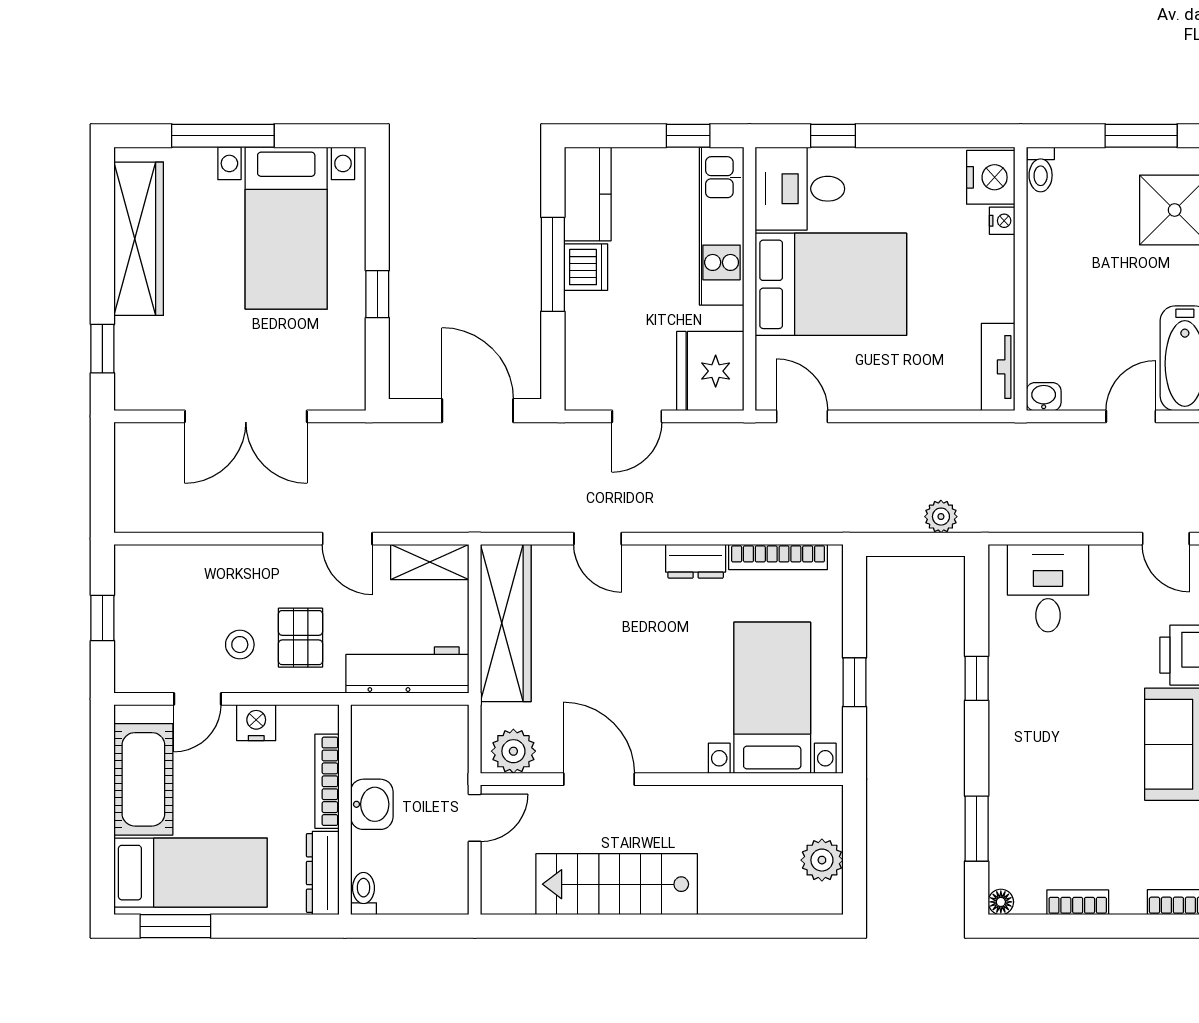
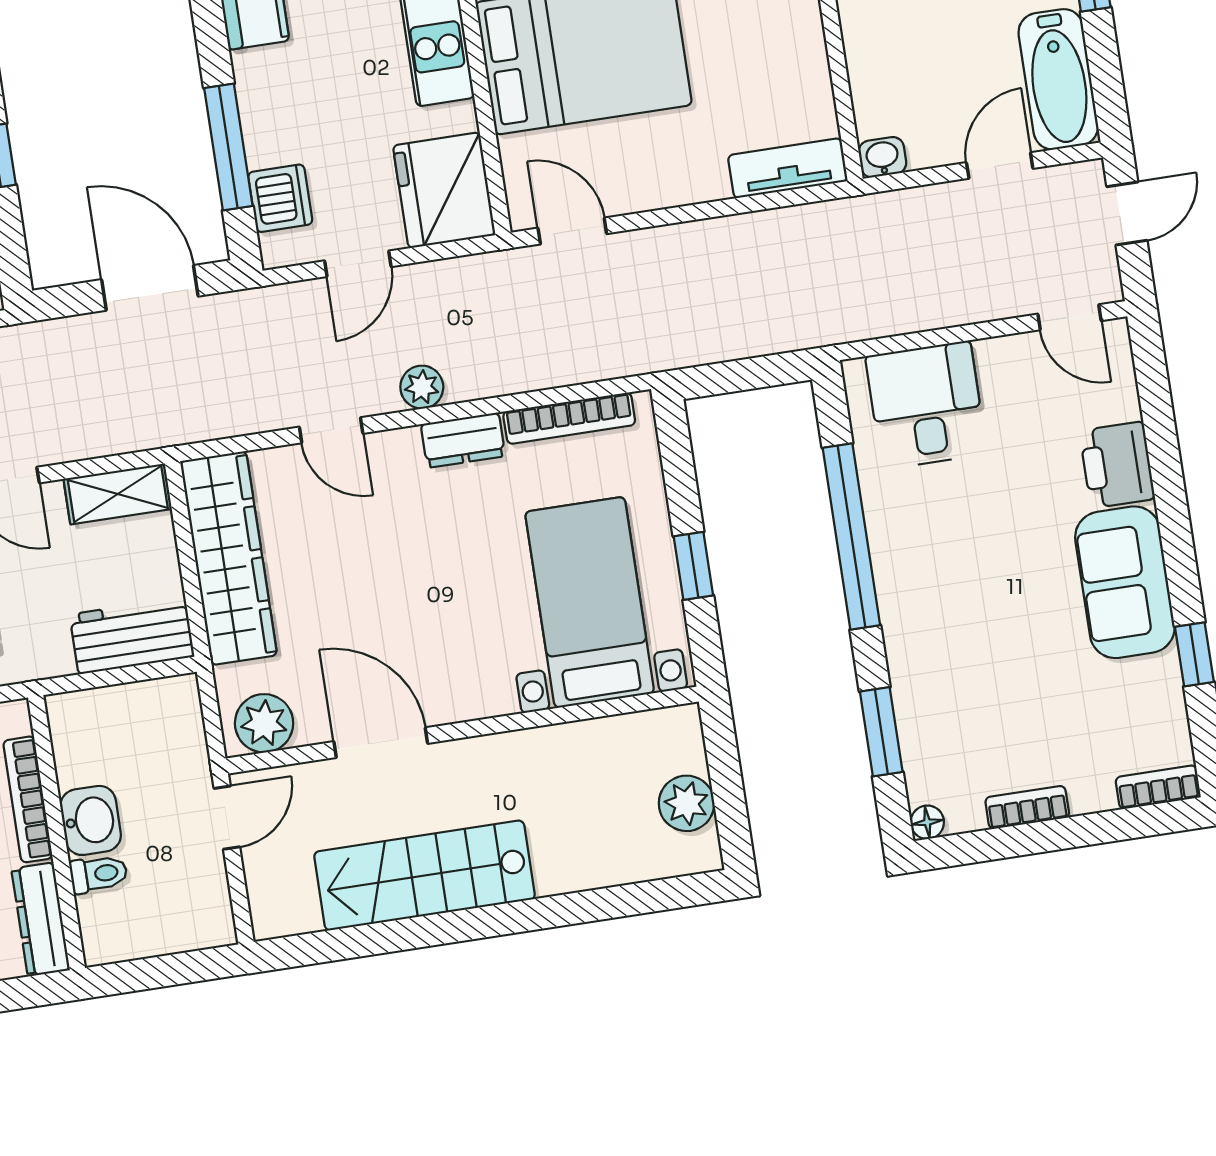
window: (553, 264) -> (228, 147), moved
dishwasher: (586, 267) -> (280, 198), moved
tv unit: (998, 367) -> (788, 168), moved, turned 90
plant: (941, 517) -> (422, 387), moved
workbench: (407, 670) -> (132, 636), width x0.73
window: (977, 678) -> (851, 537), width x3.17
toilet: (363, 894) -> (99, 874), moved, turned 90

